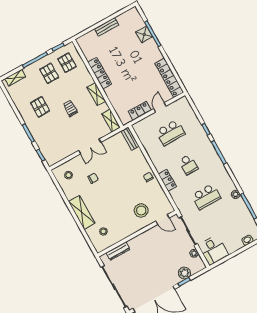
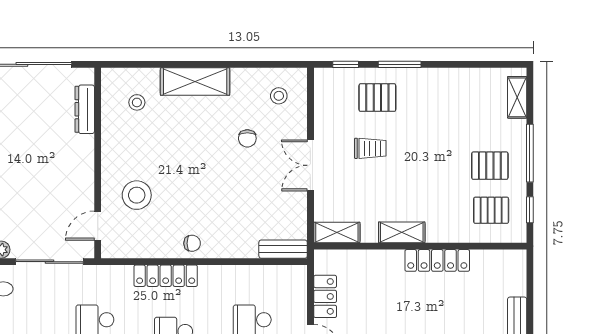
pallet: (40, 107) -> (377, 98), moved
trolley: (70, 108) -> (370, 148), moved
locker: (167, 180) -> (166, 276), width x1.53

